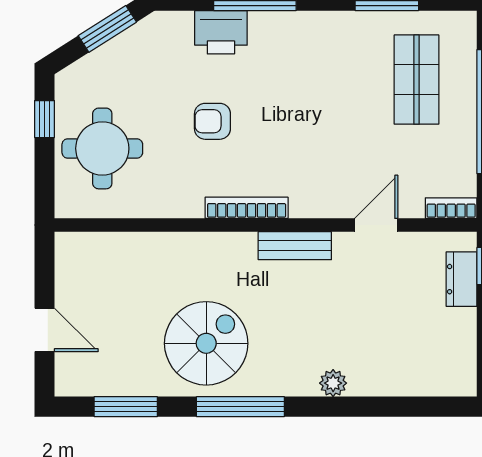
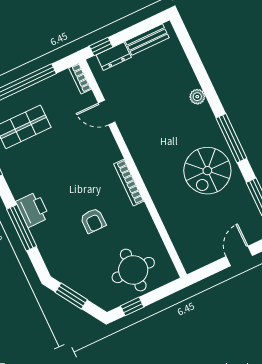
printer: (221, 32) -> (33, 209), moved
bench: (295, 246) -> (147, 40), moved, turned 90
spiral stairs: (206, 343) -> (207, 171), turned -90

